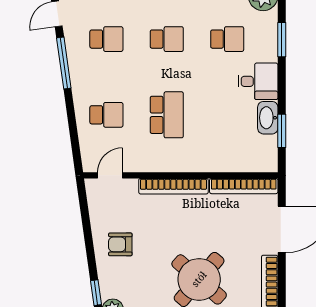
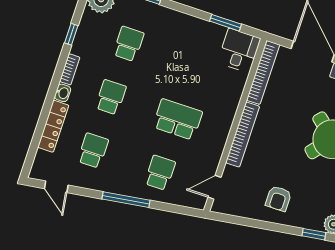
window: (64, 63) -> (126, 200), moved
desk: (258, 81) -> (239, 50), moved
washbasin: (268, 118) -> (210, 31), removed
door: (110, 175) -> (214, 187), hinge flipped

